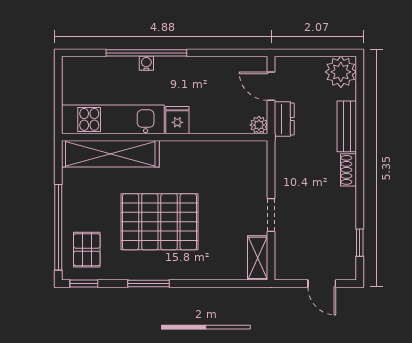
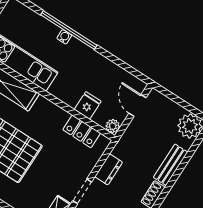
dresser: (284, 119) -> (109, 169), moved
fridge: (177, 120) -> (88, 105), moved
locker: (229, 152) -> (82, 131), added

